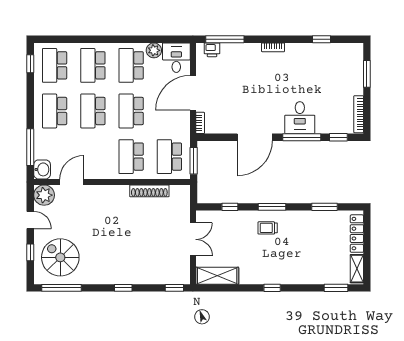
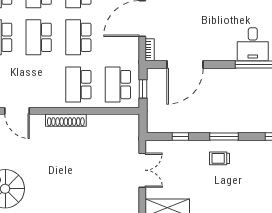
door: (255, 137) -> (185, 65), moved
window: (194, 161) -> (143, 89), width x0.67
door: (72, 182) -> (17, 111), swing flipped
shoe rack: (149, 191) -> (66, 120), moved

